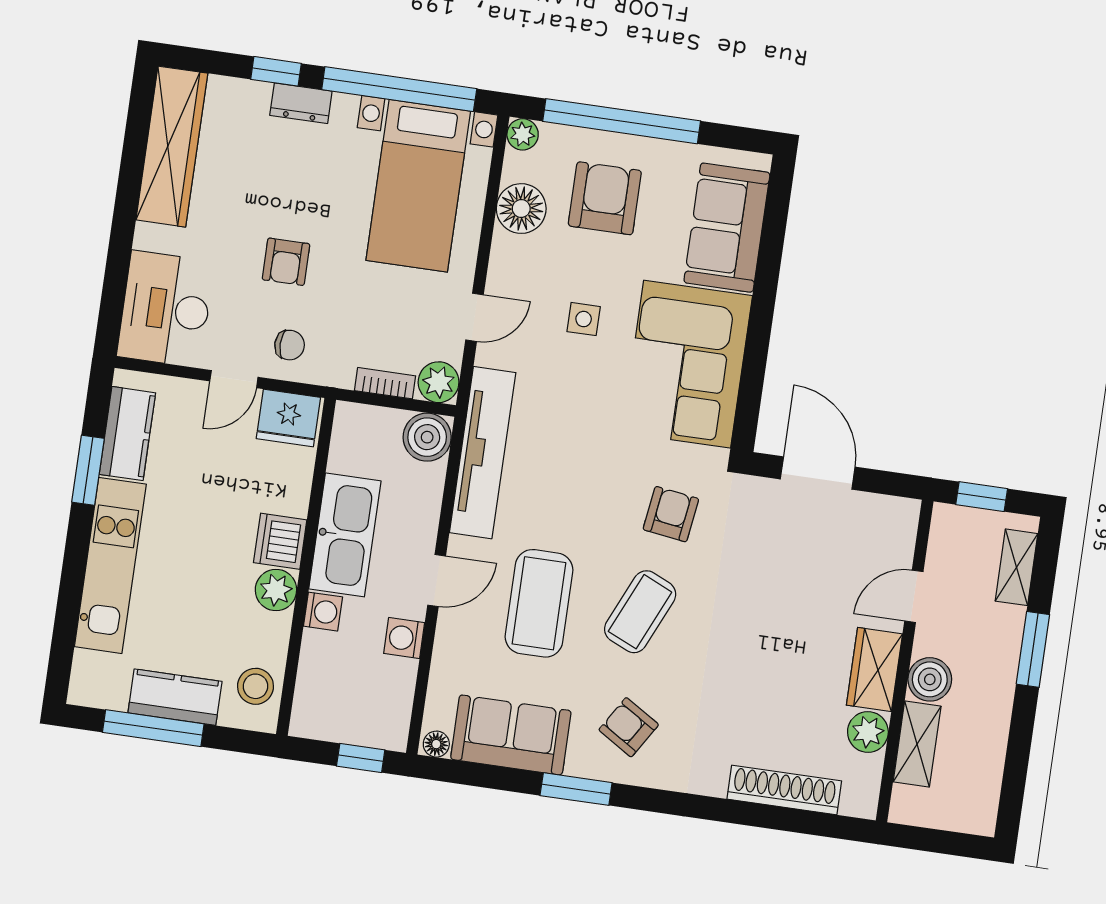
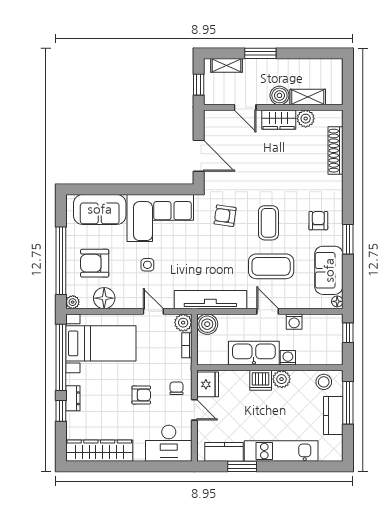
door: (818, 473) -> (199, 156), swing flipped
coffee table: (640, 612) -> (268, 223), turned 66
armchair: (629, 727) -> (318, 221), turned 148
window: (153, 728) -> (348, 403), moved

